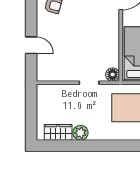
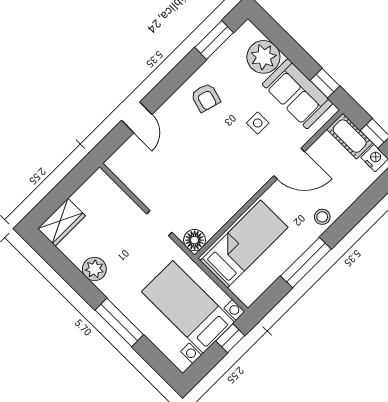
wardrobe: (58, 132) -> (61, 222), moved, turned 90
window: (116, 146) -> (119, 322), added

